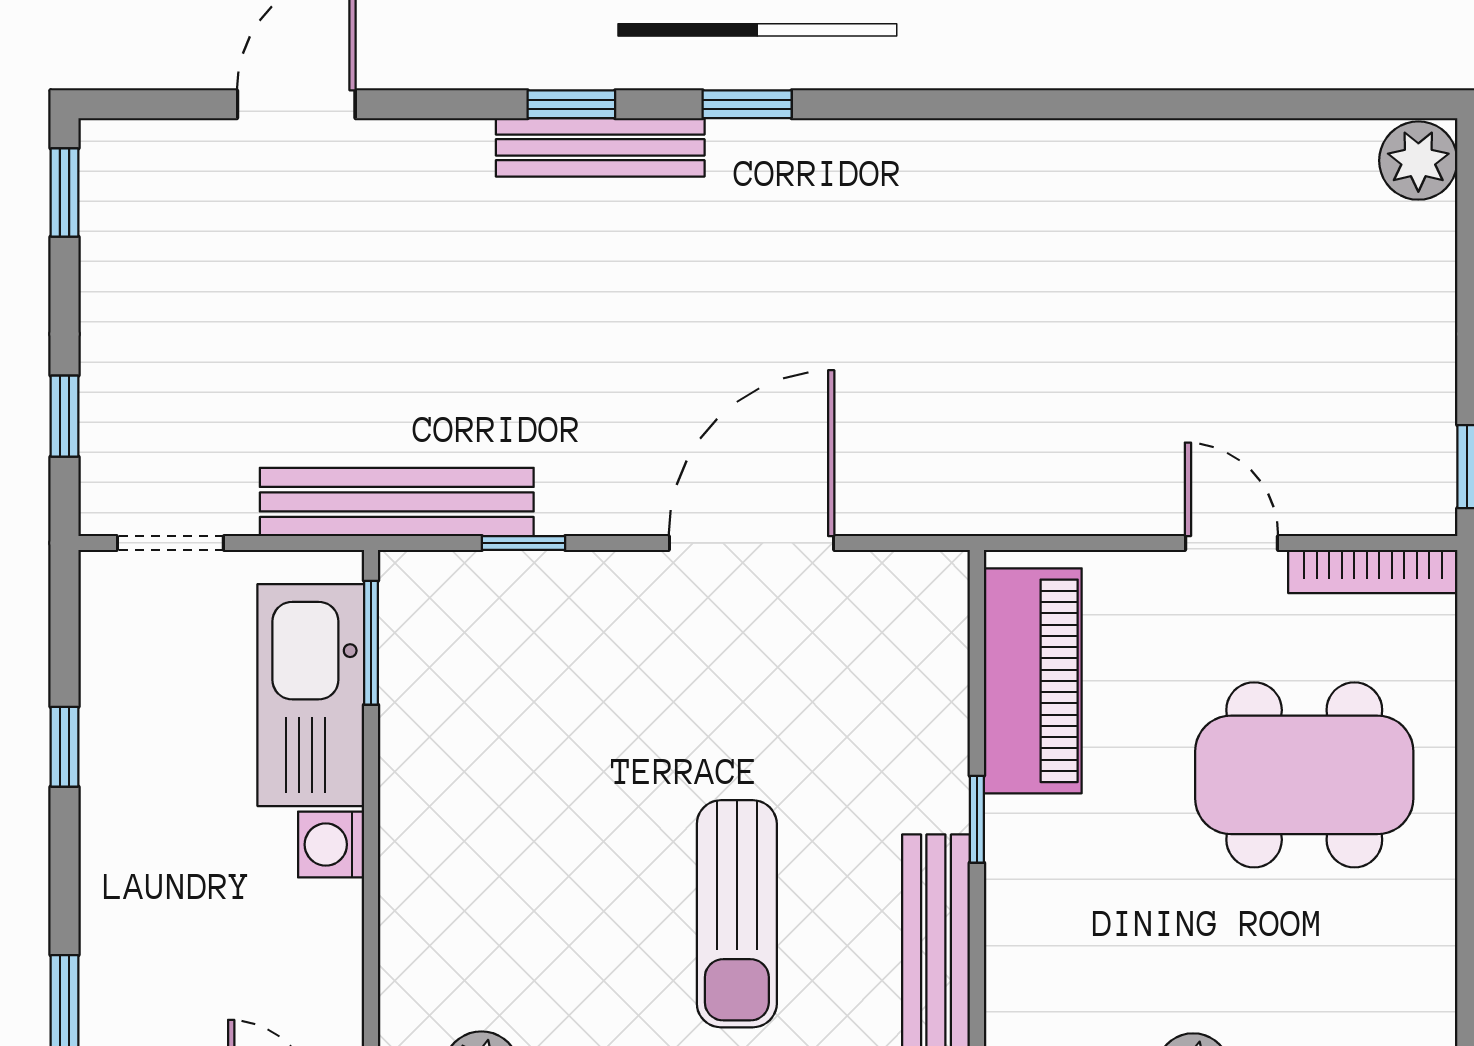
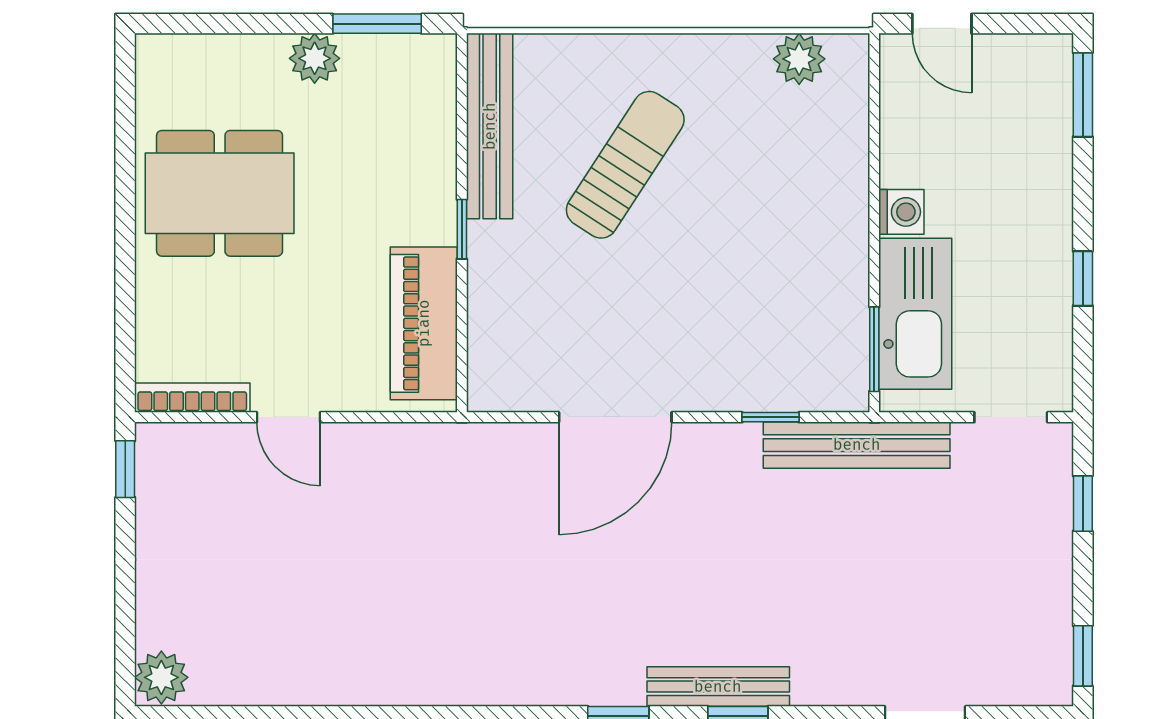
dining table: (1304, 775) -> (220, 193), moved
sun lounger: (737, 914) -> (625, 165), turned 33

